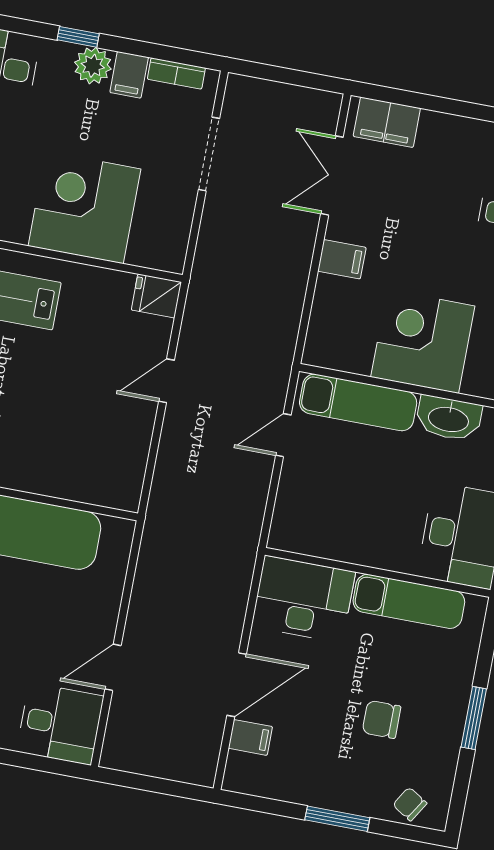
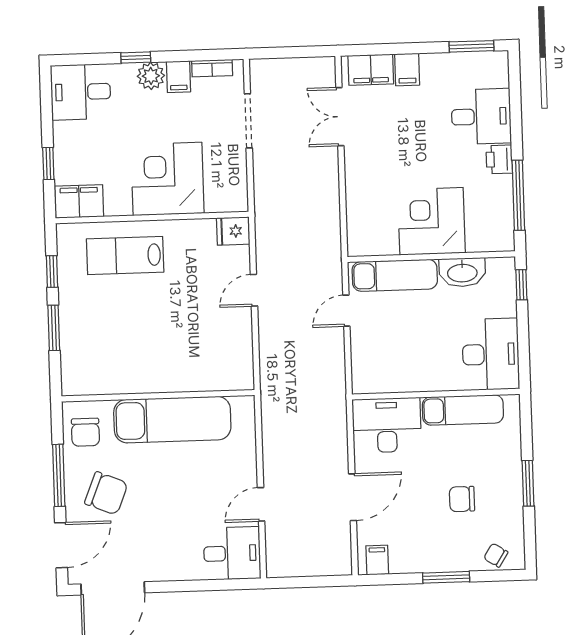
filing cabinet: (342, 259) -> (407, 70), moved, turned 90
filing cabinet: (250, 737) -> (377, 560), moved, turned -90

